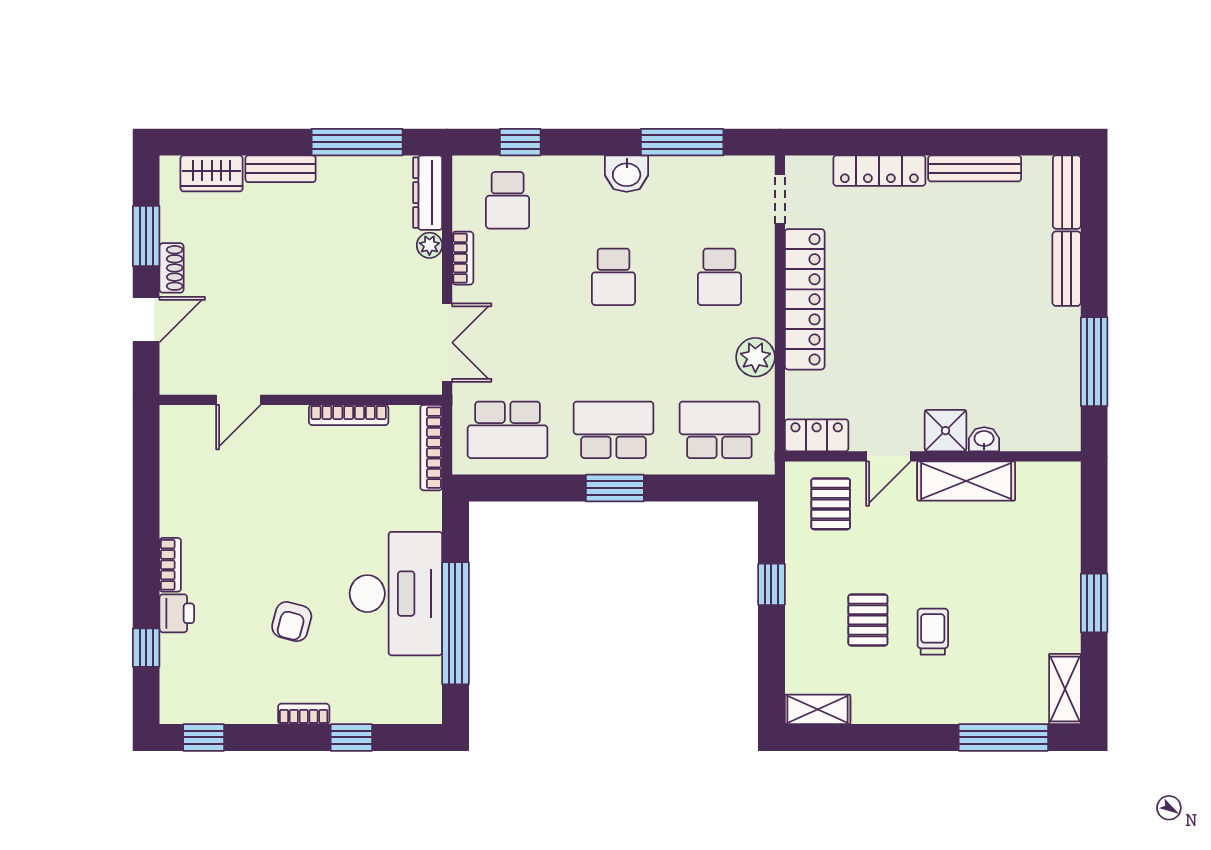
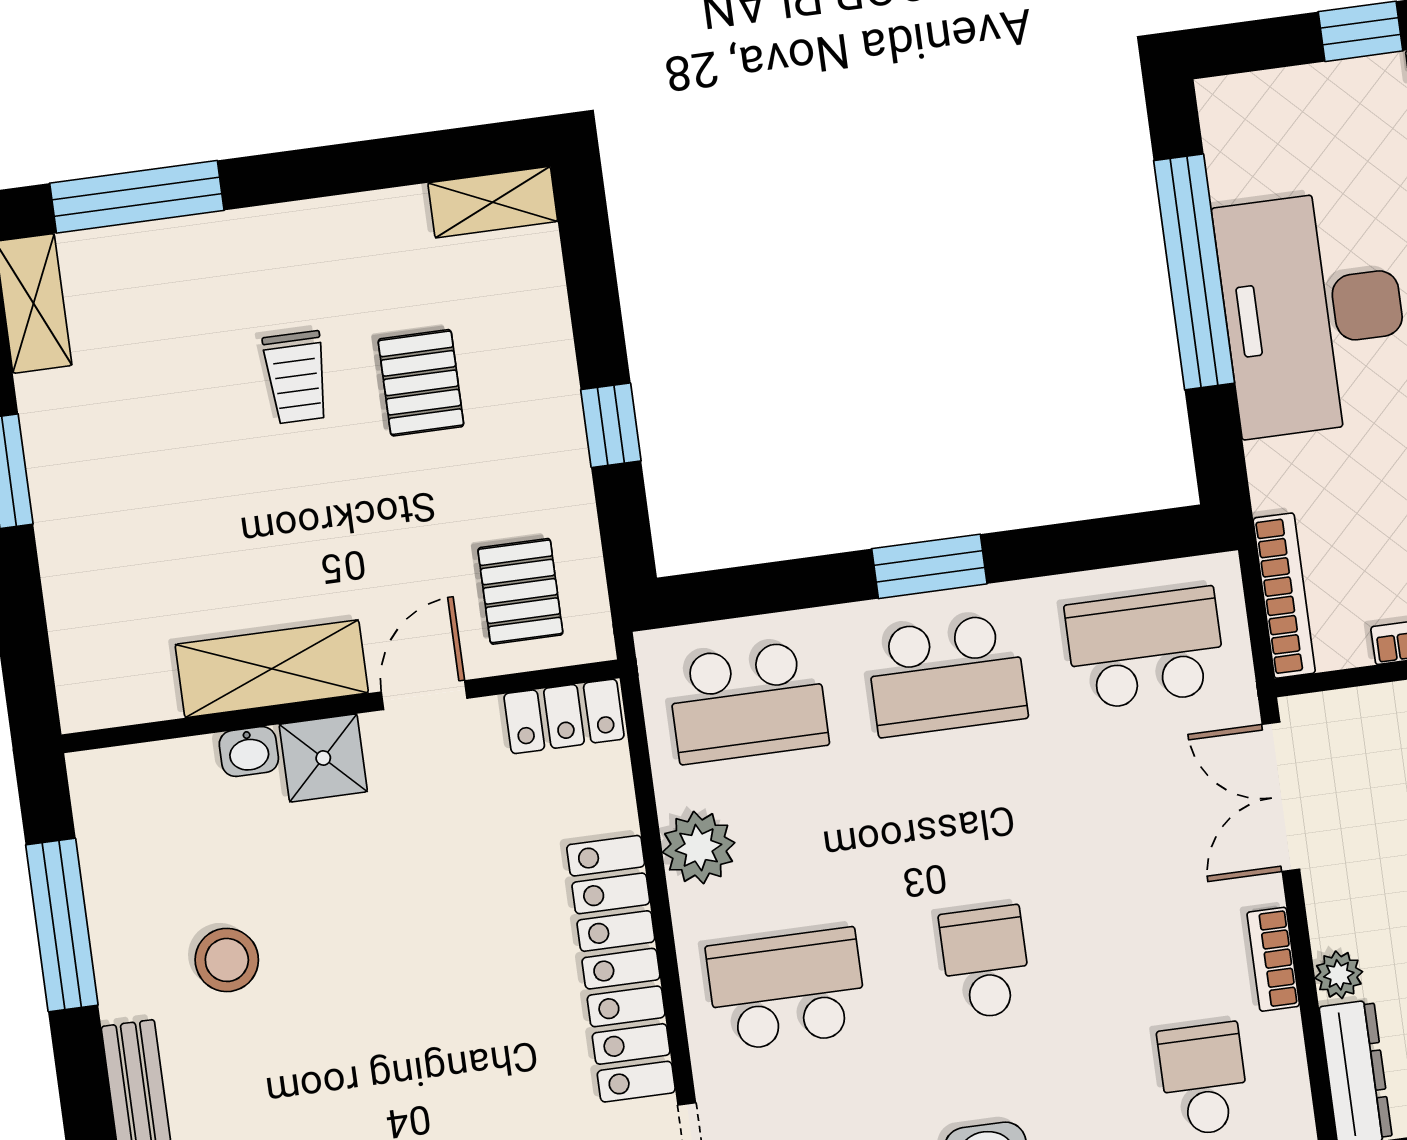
school desk: (719, 277) -> (787, 989), width x1.85
stool: (1010, 332) -> (227, 960), added

